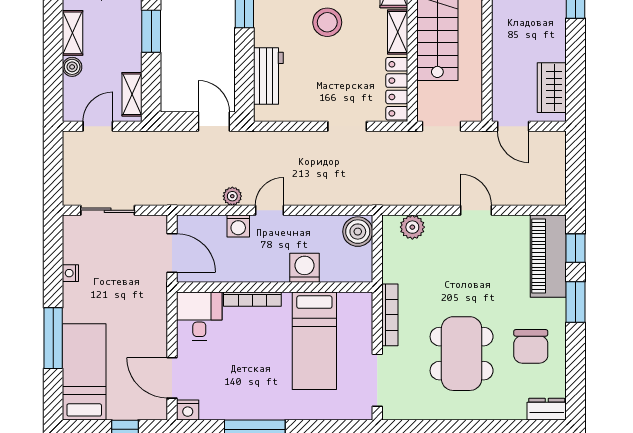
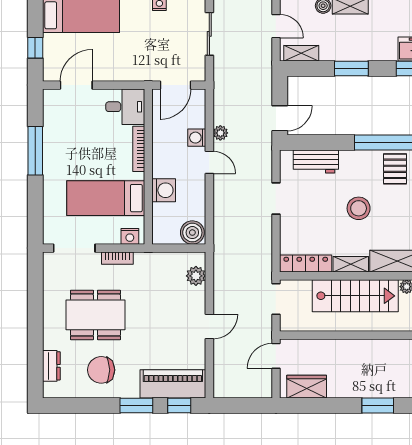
doorway: (347, 126) -> (276, 198), moved
bookcase: (390, 315) -> (117, 258), width x0.64
dresser: (547, 409) -> (51, 366), moved
nightstand: (188, 410) -> (130, 236), moved, turned -90

